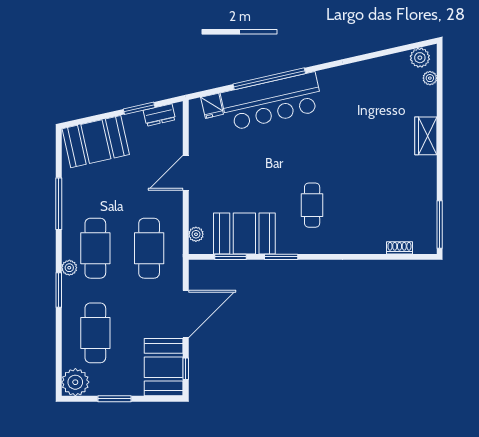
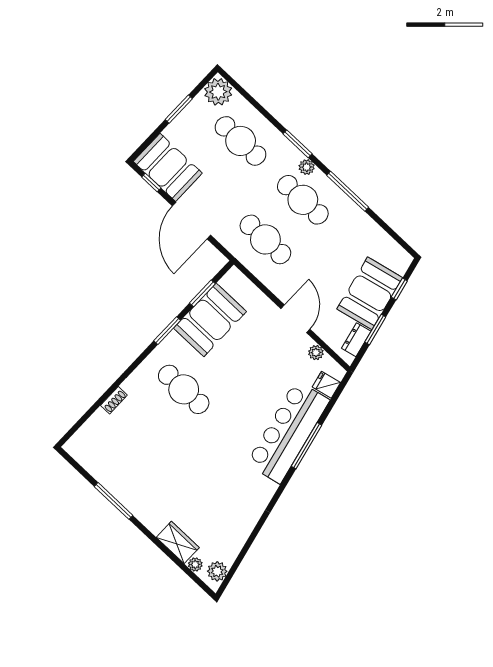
window: (269, 79) -> (307, 446), width x0.68
window: (94, 119) -> (399, 289), added
wardrobe: (426, 136) -> (178, 542), moved
booth: (96, 142) -> (370, 293), moved
window: (59, 204) -> (348, 191), moved
cafe table: (312, 205) -> (184, 389), width x1.37, depth x1.35
window: (440, 225) -> (114, 501), moved
plant: (196, 234) -> (316, 353), moved
shoe rack: (399, 248) -> (114, 400), moved

